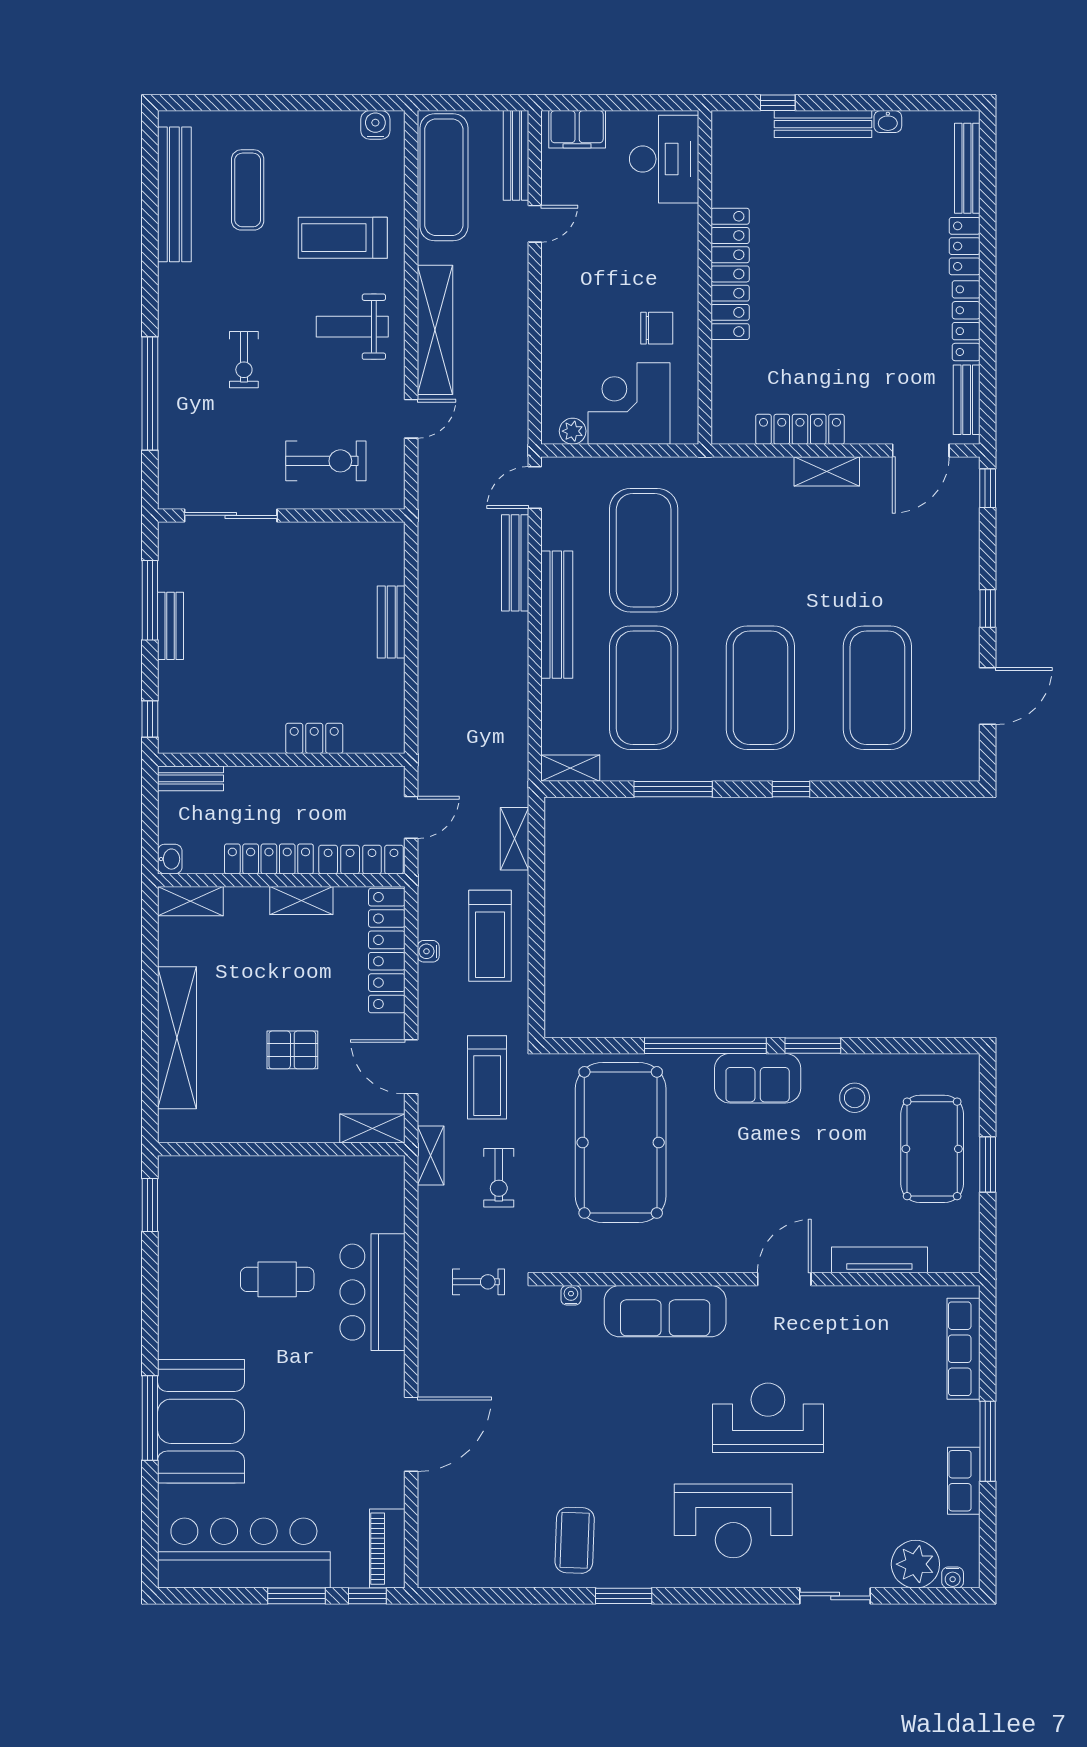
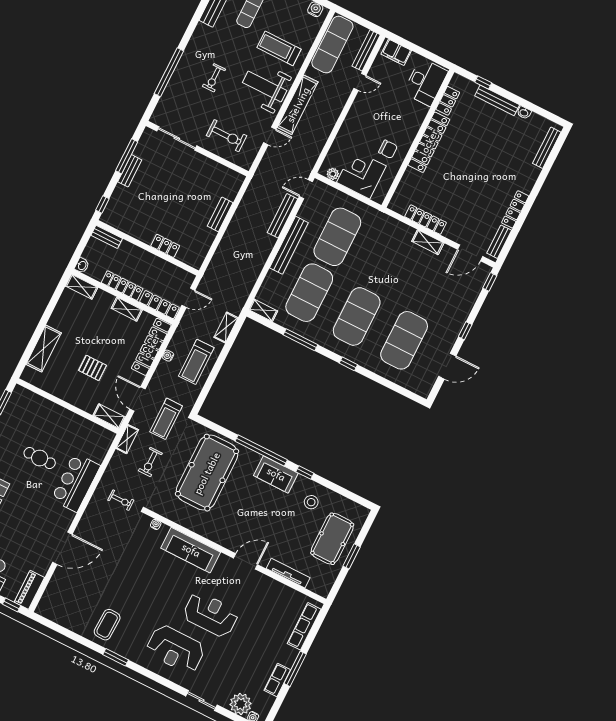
locker: (965, 246) -> (448, 101), moved, turned 180
weight bench: (352, 327) -> (265, 87), width x1.36, depth x1.33
shelving: (177, 1038) -> (44, 349), width x0.68
window: (813, 1046) -> (305, 472), width x0.67

